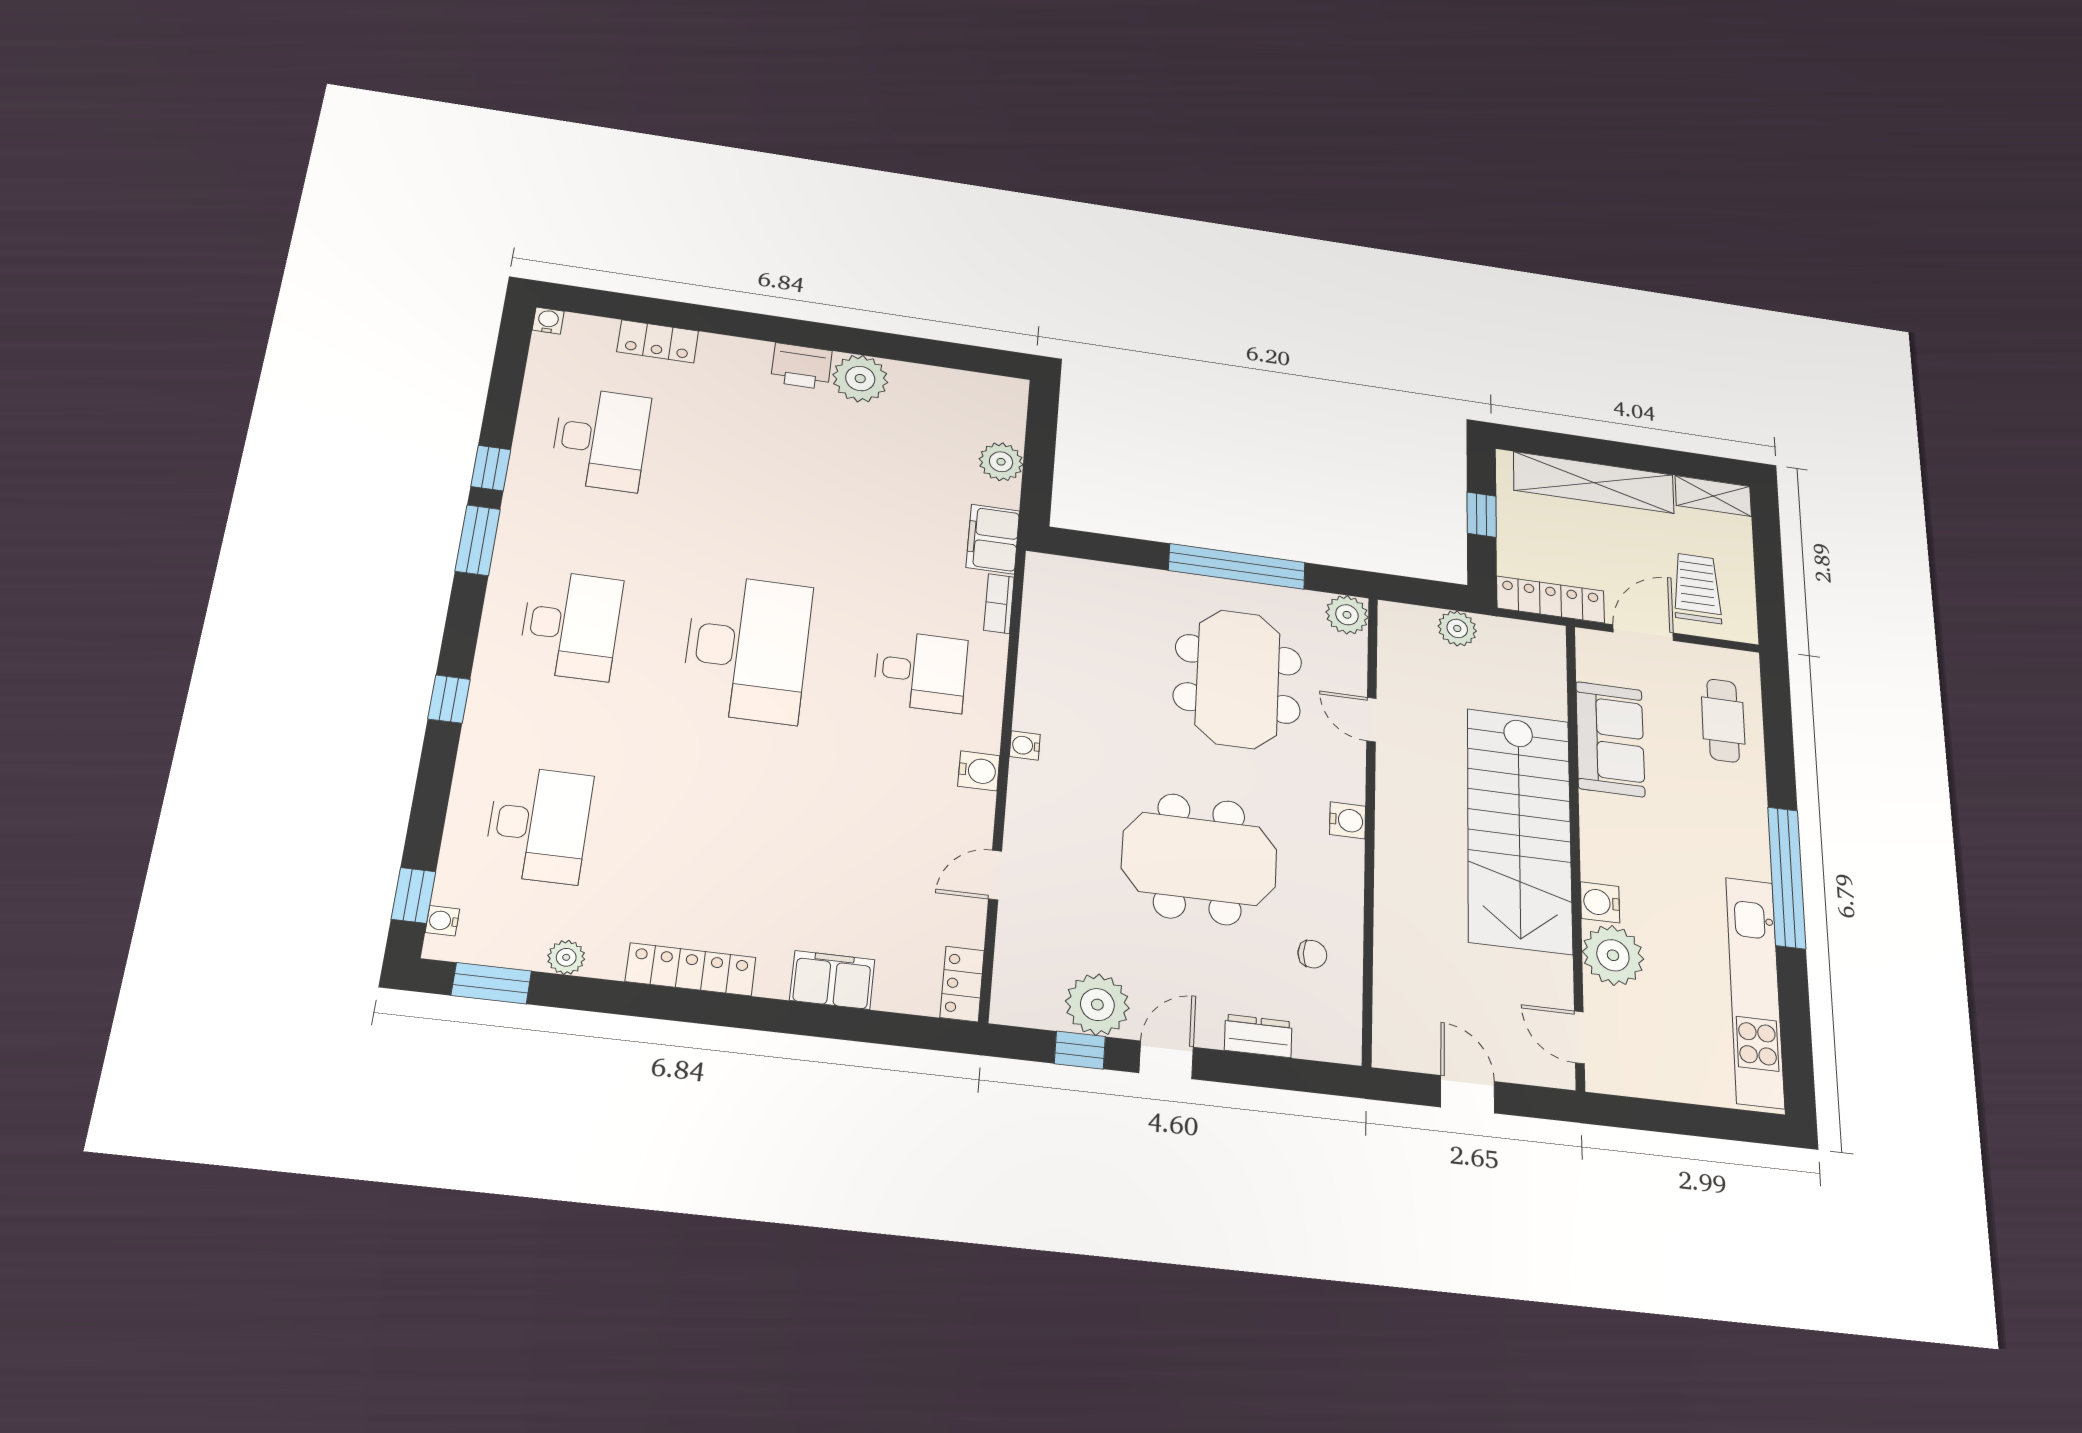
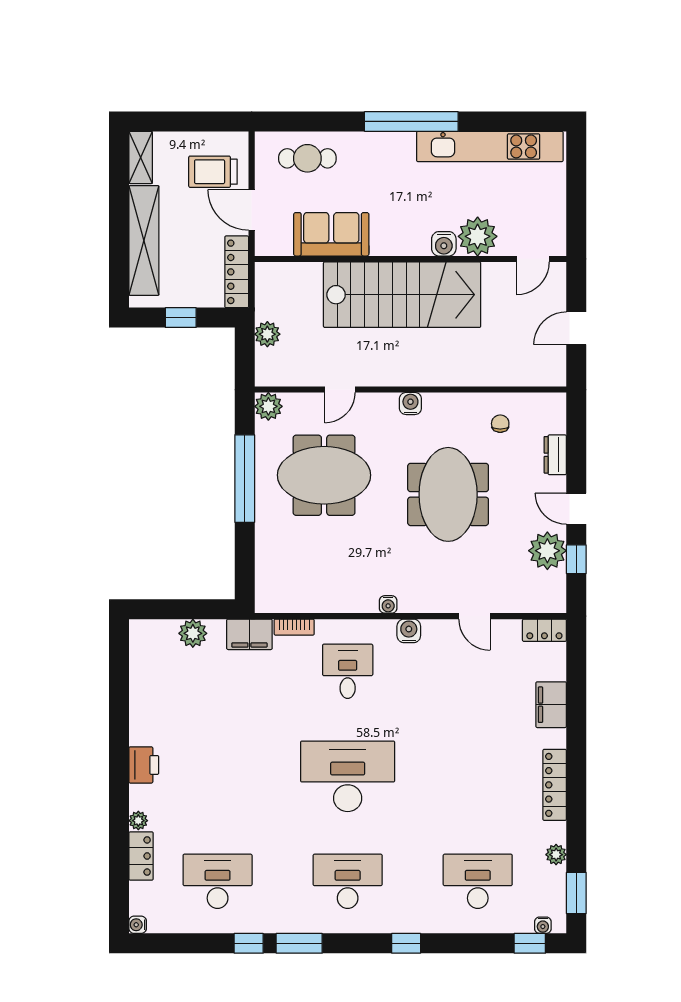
plant: (860, 379) -> (138, 821), moved, width x0.53, depth x0.53

